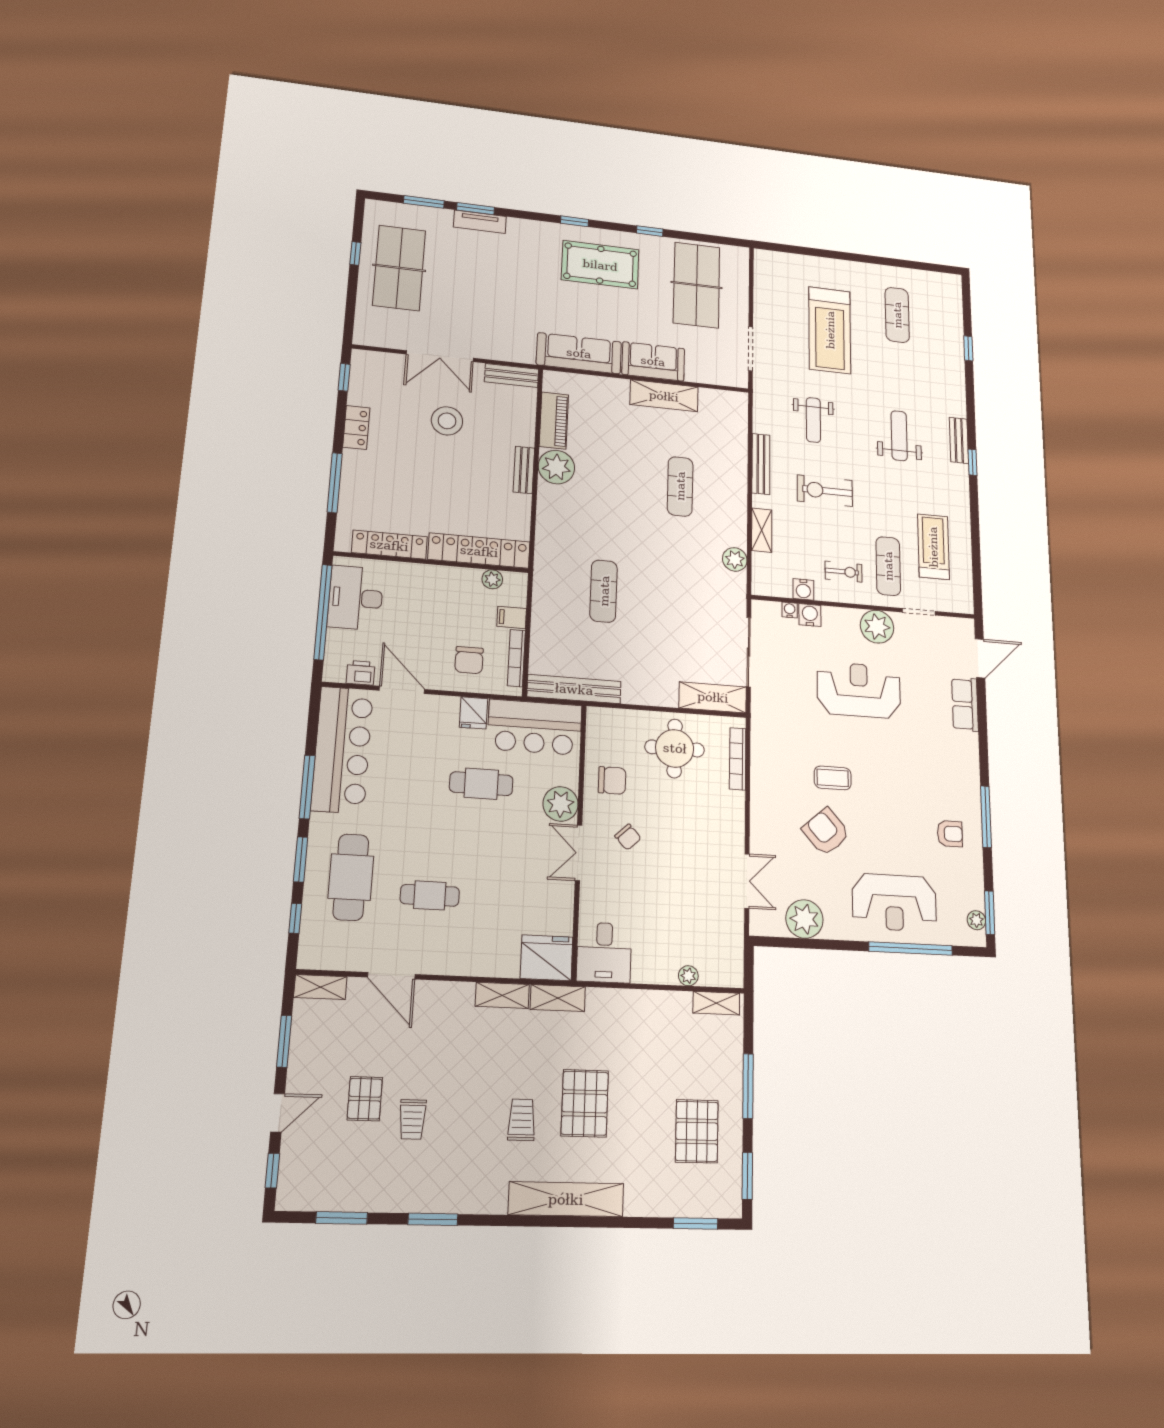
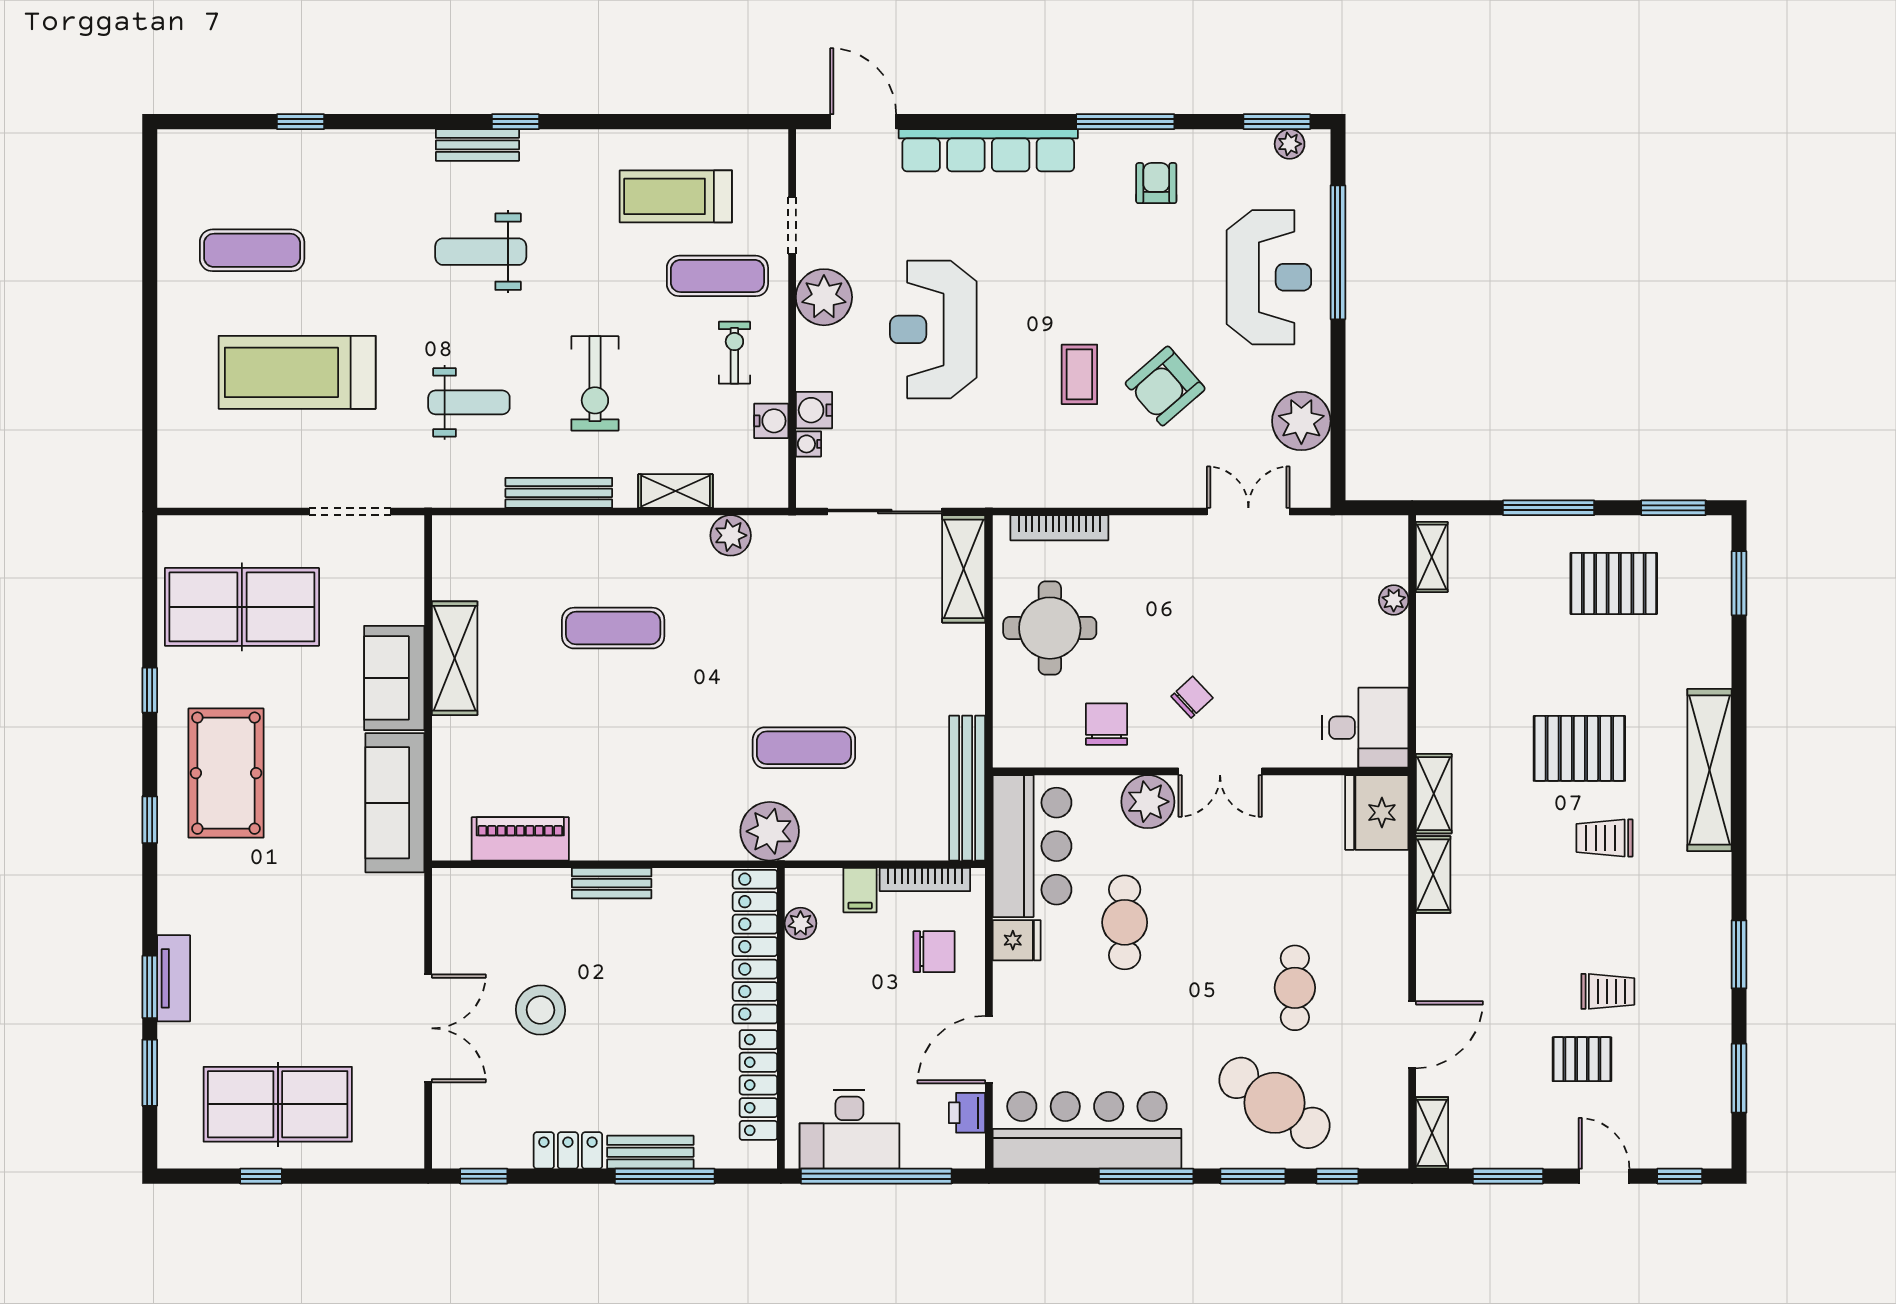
treadmill: (830, 330) -> (297, 372), turned 180
bench: (512, 375) -> (650, 1152), moved, turned 90
plant: (556, 467) -> (770, 831), moved
row of seats: (965, 704) -> (988, 150), width x2.02
cafe table: (351, 877) -> (1274, 1103), turned 35

